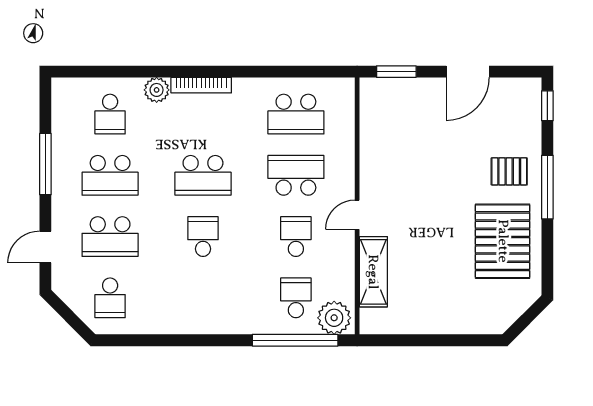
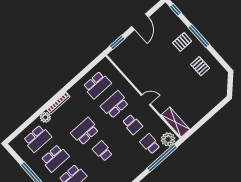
school desk: (110, 114) -> (37, 139), width x1.85
school desk: (203, 175) -> (85, 131), turned 180
door: (357, 215) -> (146, 100), swing flipped
school desk: (296, 237) -> (132, 124), turned 180
pallet: (503, 241) -> (200, 66), width x0.49, depth x0.50
shelving: (373, 272) -> (175, 122), moved

